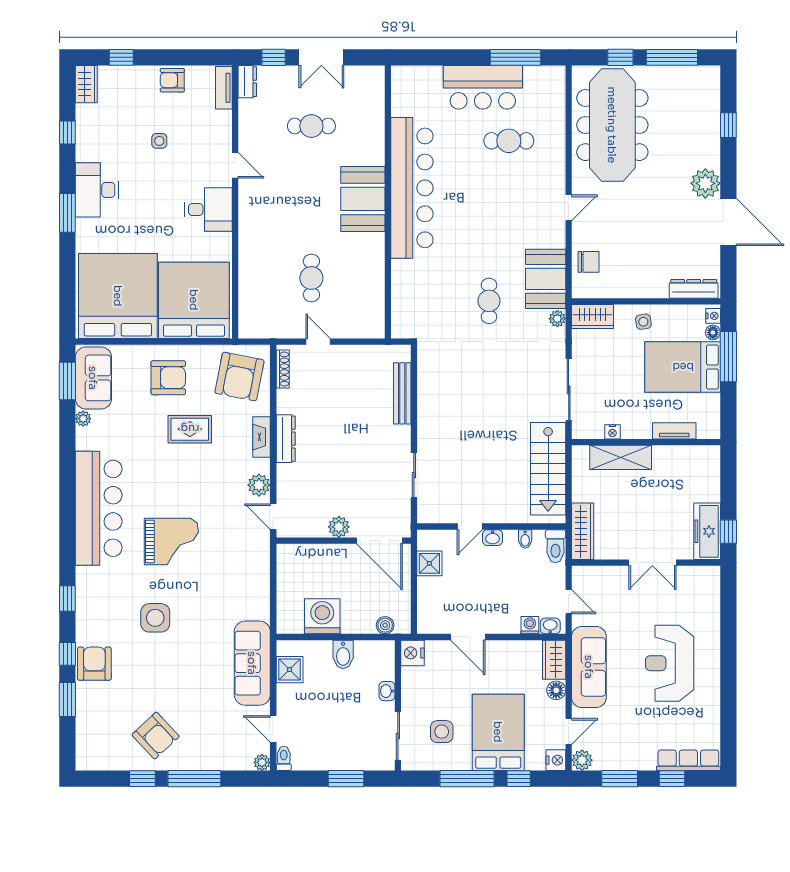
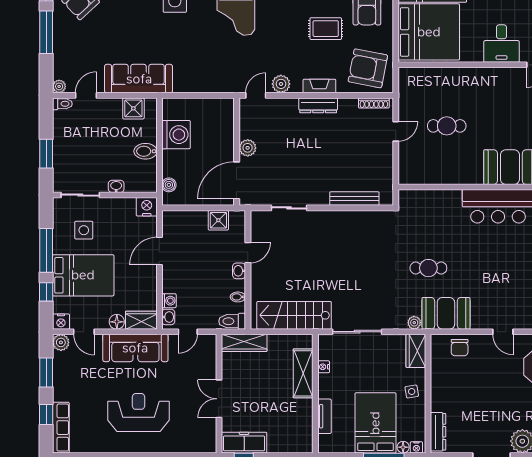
rug: (190, 429) -> (326, 29), turned 90
door: (470, 526) -> (248, 253), swing flipped

